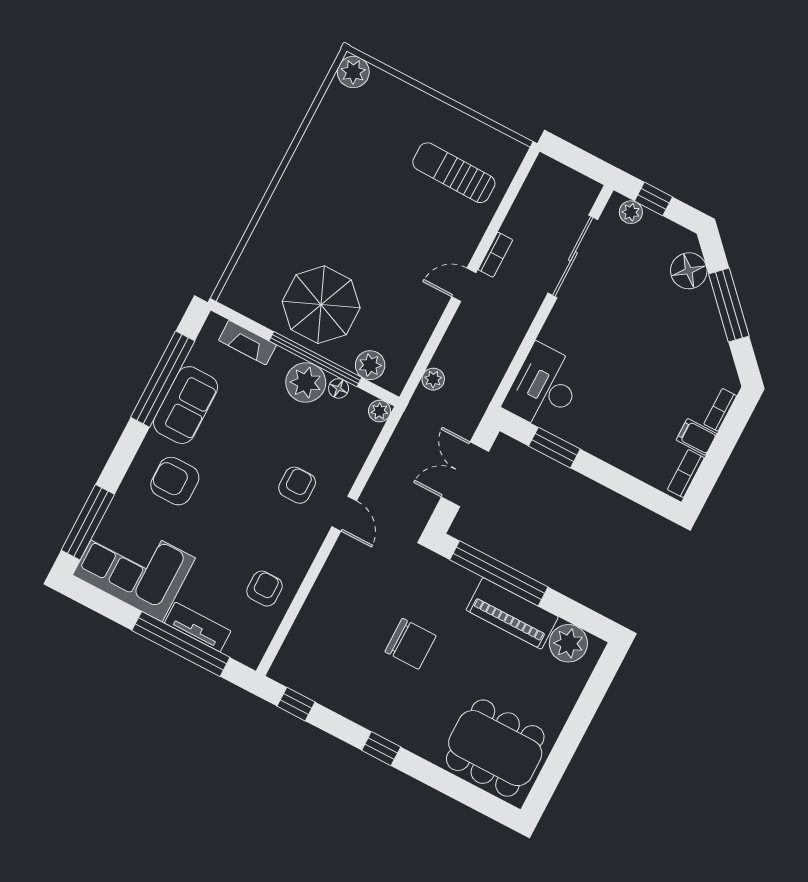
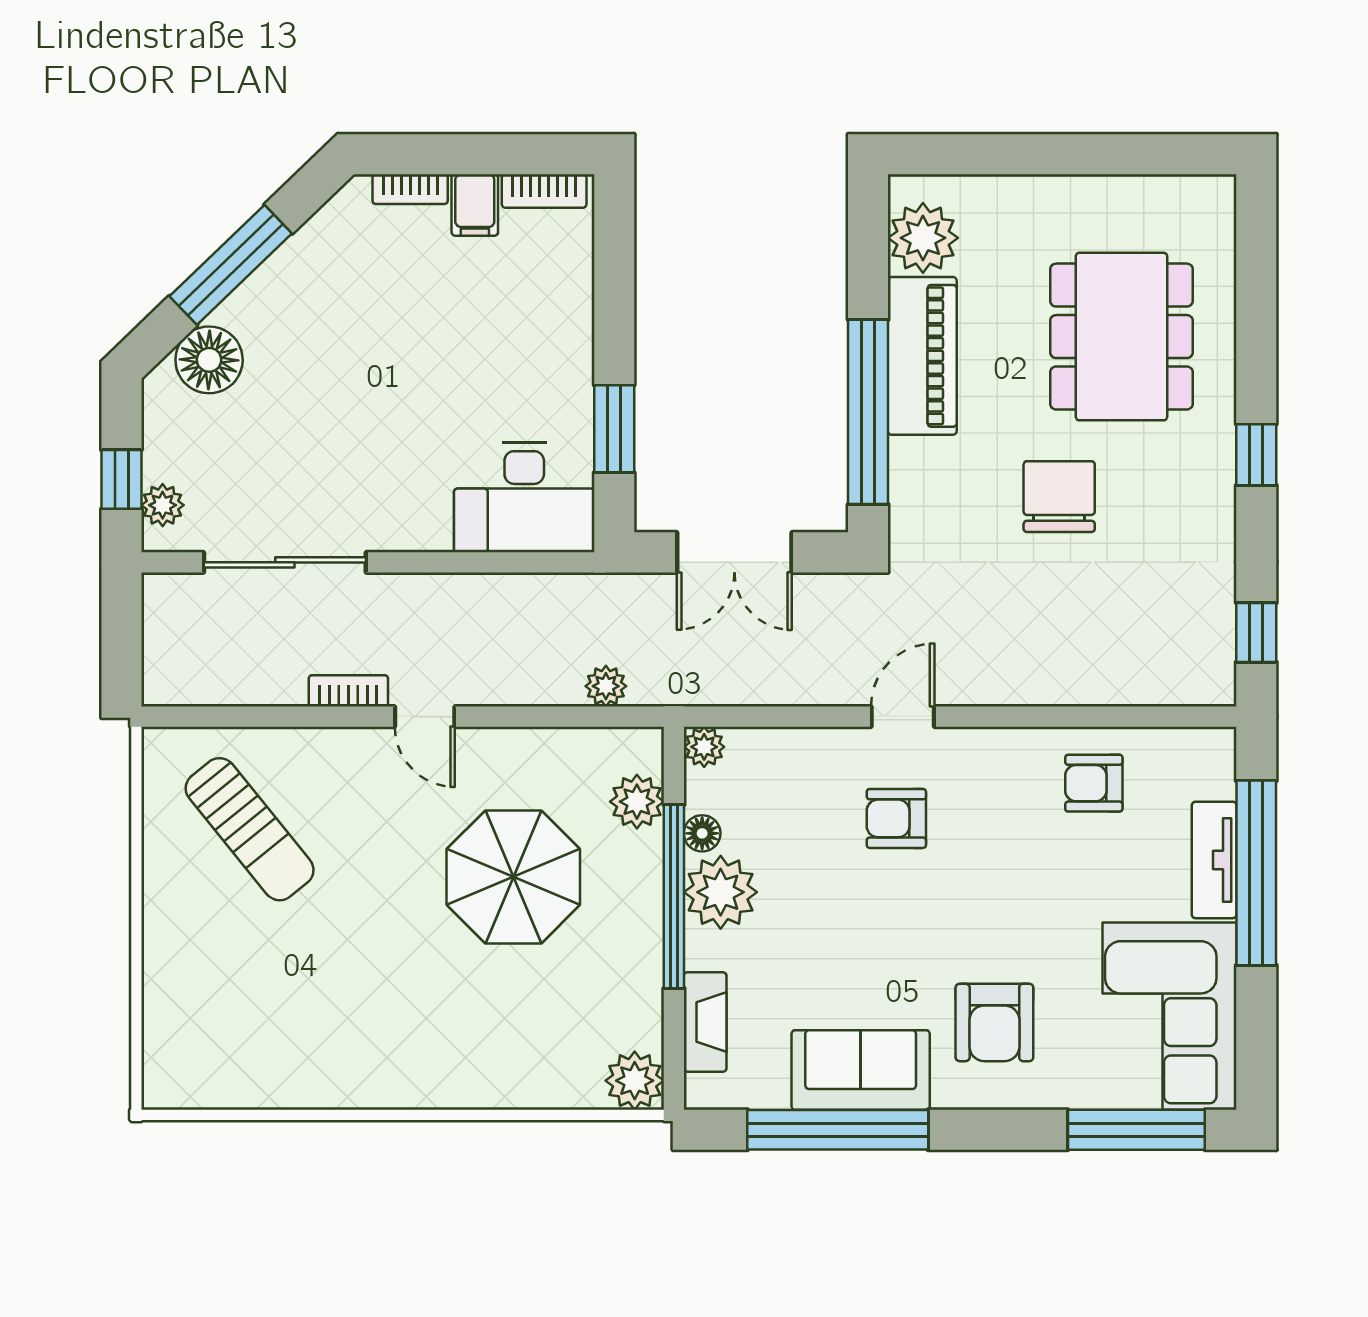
plant: (353, 72) -> (635, 1081), moved
sun lounger: (454, 173) -> (250, 829), turned -40
parasol: (321, 305) -> (513, 877), moved
dining table: (495, 748) -> (1121, 337), moved

